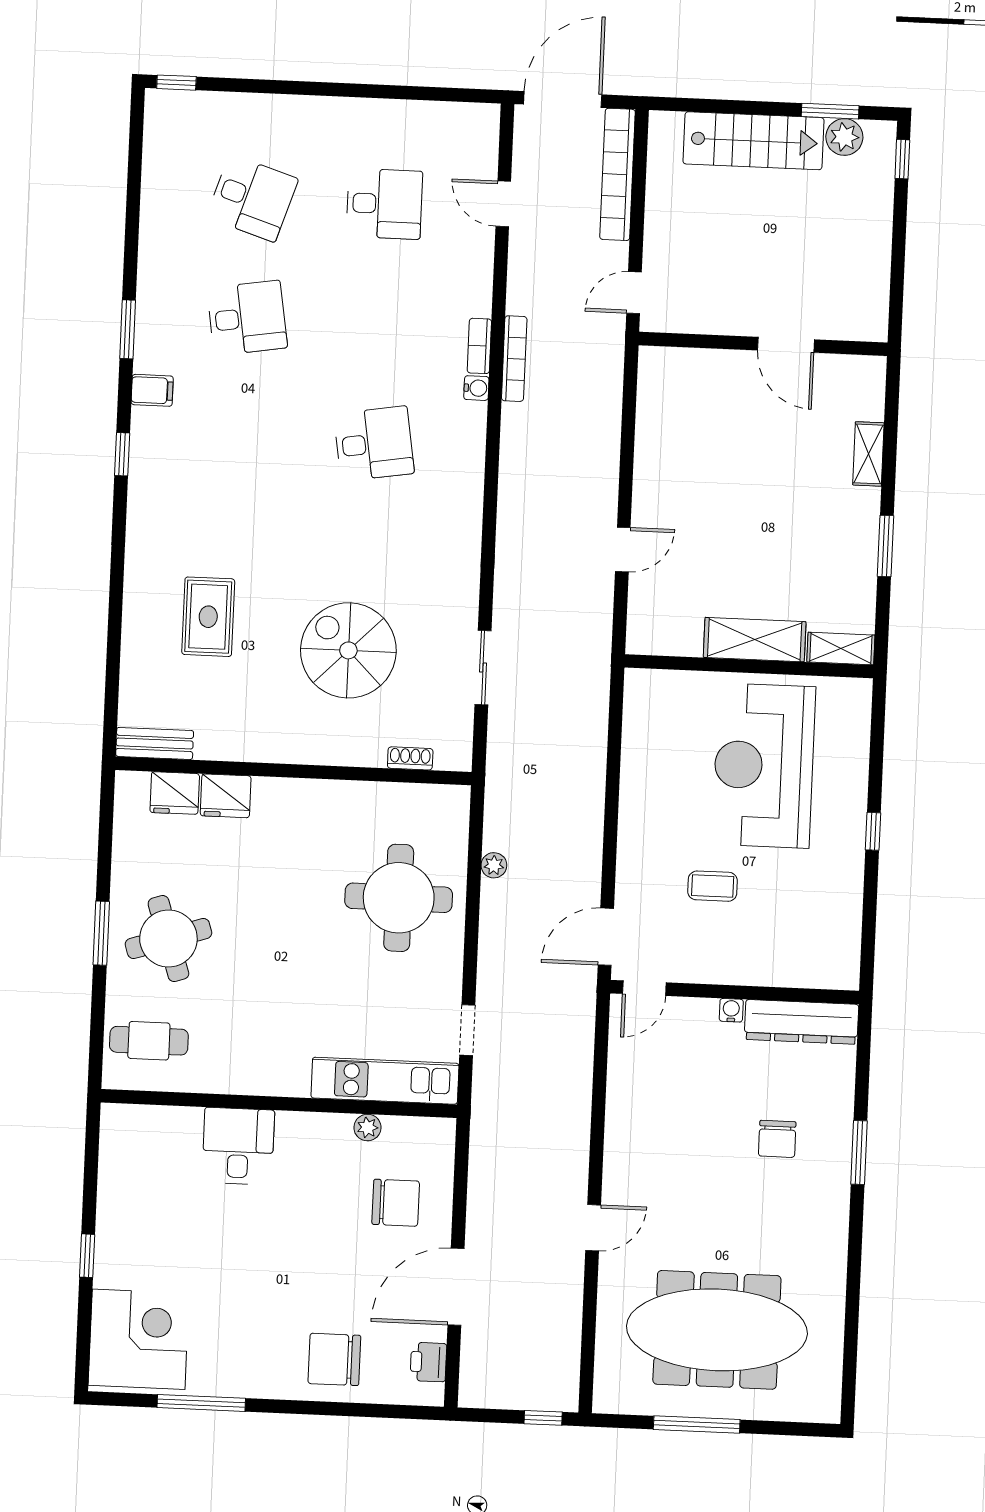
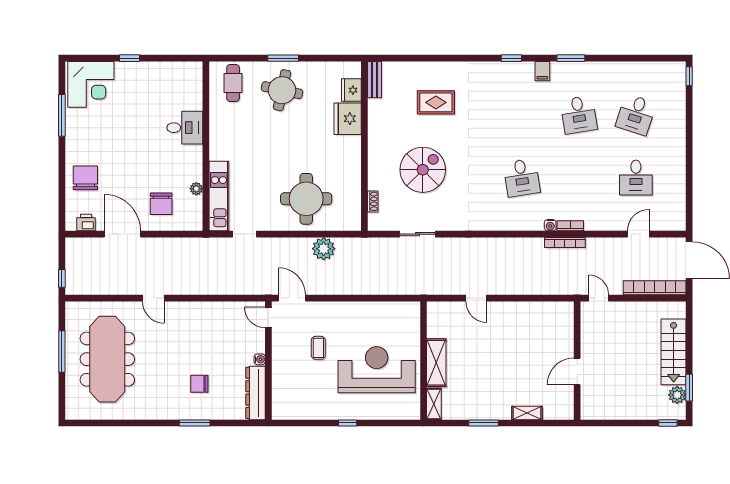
fridge: (226, 796) -> (348, 119), width x1.36, depth x1.34
plant: (494, 865) -> (324, 249), width x1.88, depth x1.88
round table: (168, 939) -> (282, 90), turned 30

